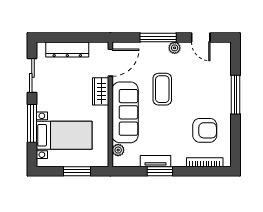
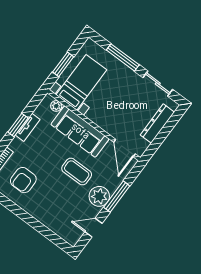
plant: (175, 48) -> (99, 196), width x1.88, depth x1.88
wardrobe: (101, 91) -> (109, 125), removed
window: (236, 95) -> (33, 222), removed
bed with nightstands: (64, 135) -> (81, 82), moved, turned 180

